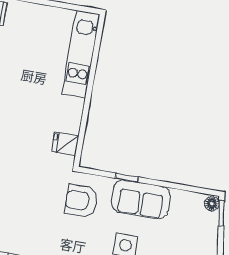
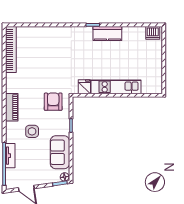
kitchen unit: (81, 54) -> (116, 87), moved
sofa: (141, 199) -> (60, 152), moved

